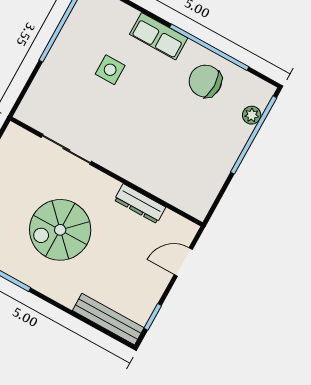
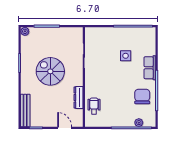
wheelchair: (172, 183) -> (94, 106), added

